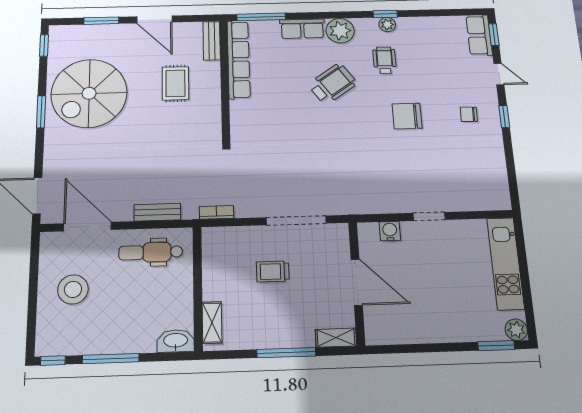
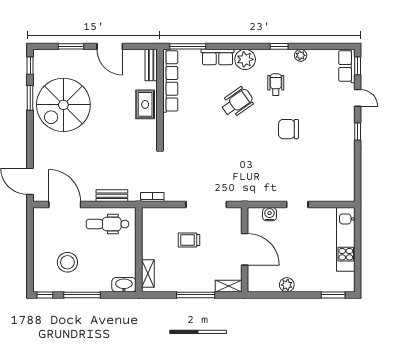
plant: (387, 25) -> (301, 55), moved
rug: (175, 83) -> (145, 104), moved
window: (41, 112) -> (30, 98), moved
chair: (469, 114) -> (333, 129), removed
stool: (73, 289) -> (67, 262), moved
plant: (516, 330) -> (287, 285), moved

